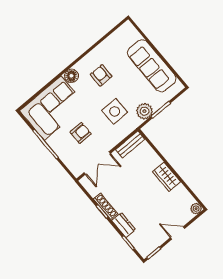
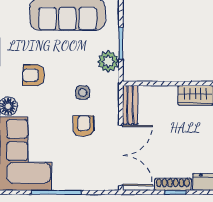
side table: (115, 111) -> (83, 92), width x0.54, depth x0.54
armchair: (81, 133) -> (84, 126), moved
double door: (97, 163) -> (121, 155), width x1.37

